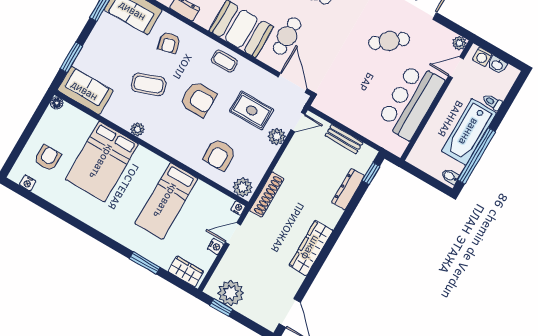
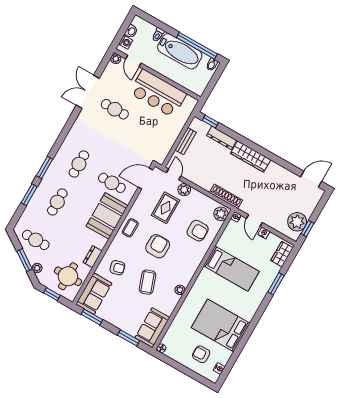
cafe table: (389, 41) -> (115, 109), turned -52
bed: (102, 162) -> (221, 325), moved, turned 180
wardrobe: (311, 248) -> (251, 156), moved

